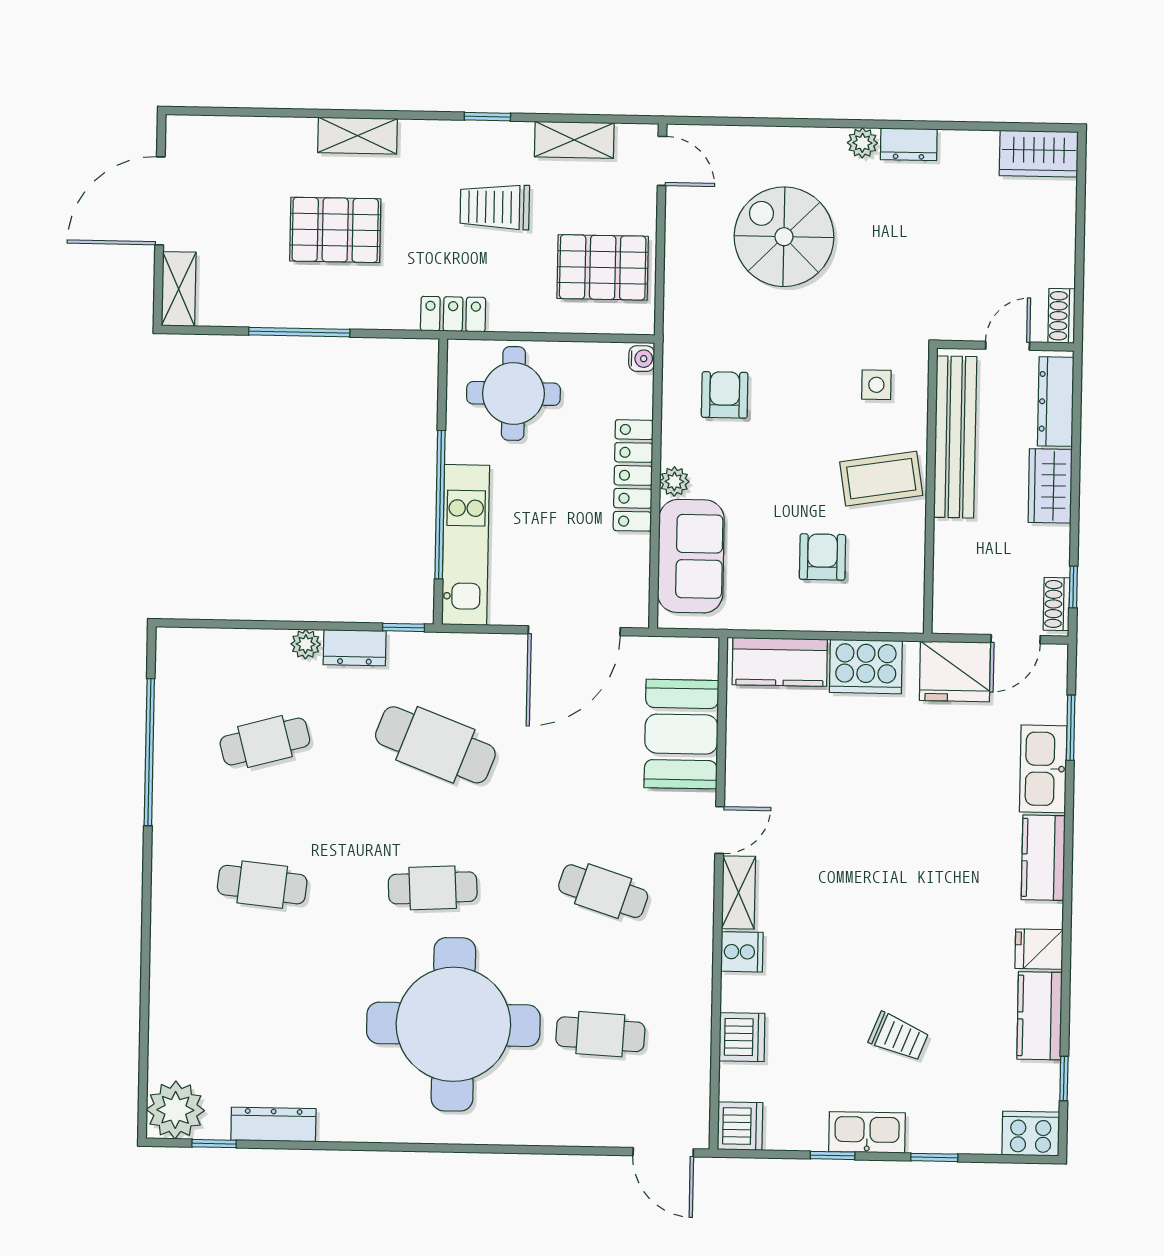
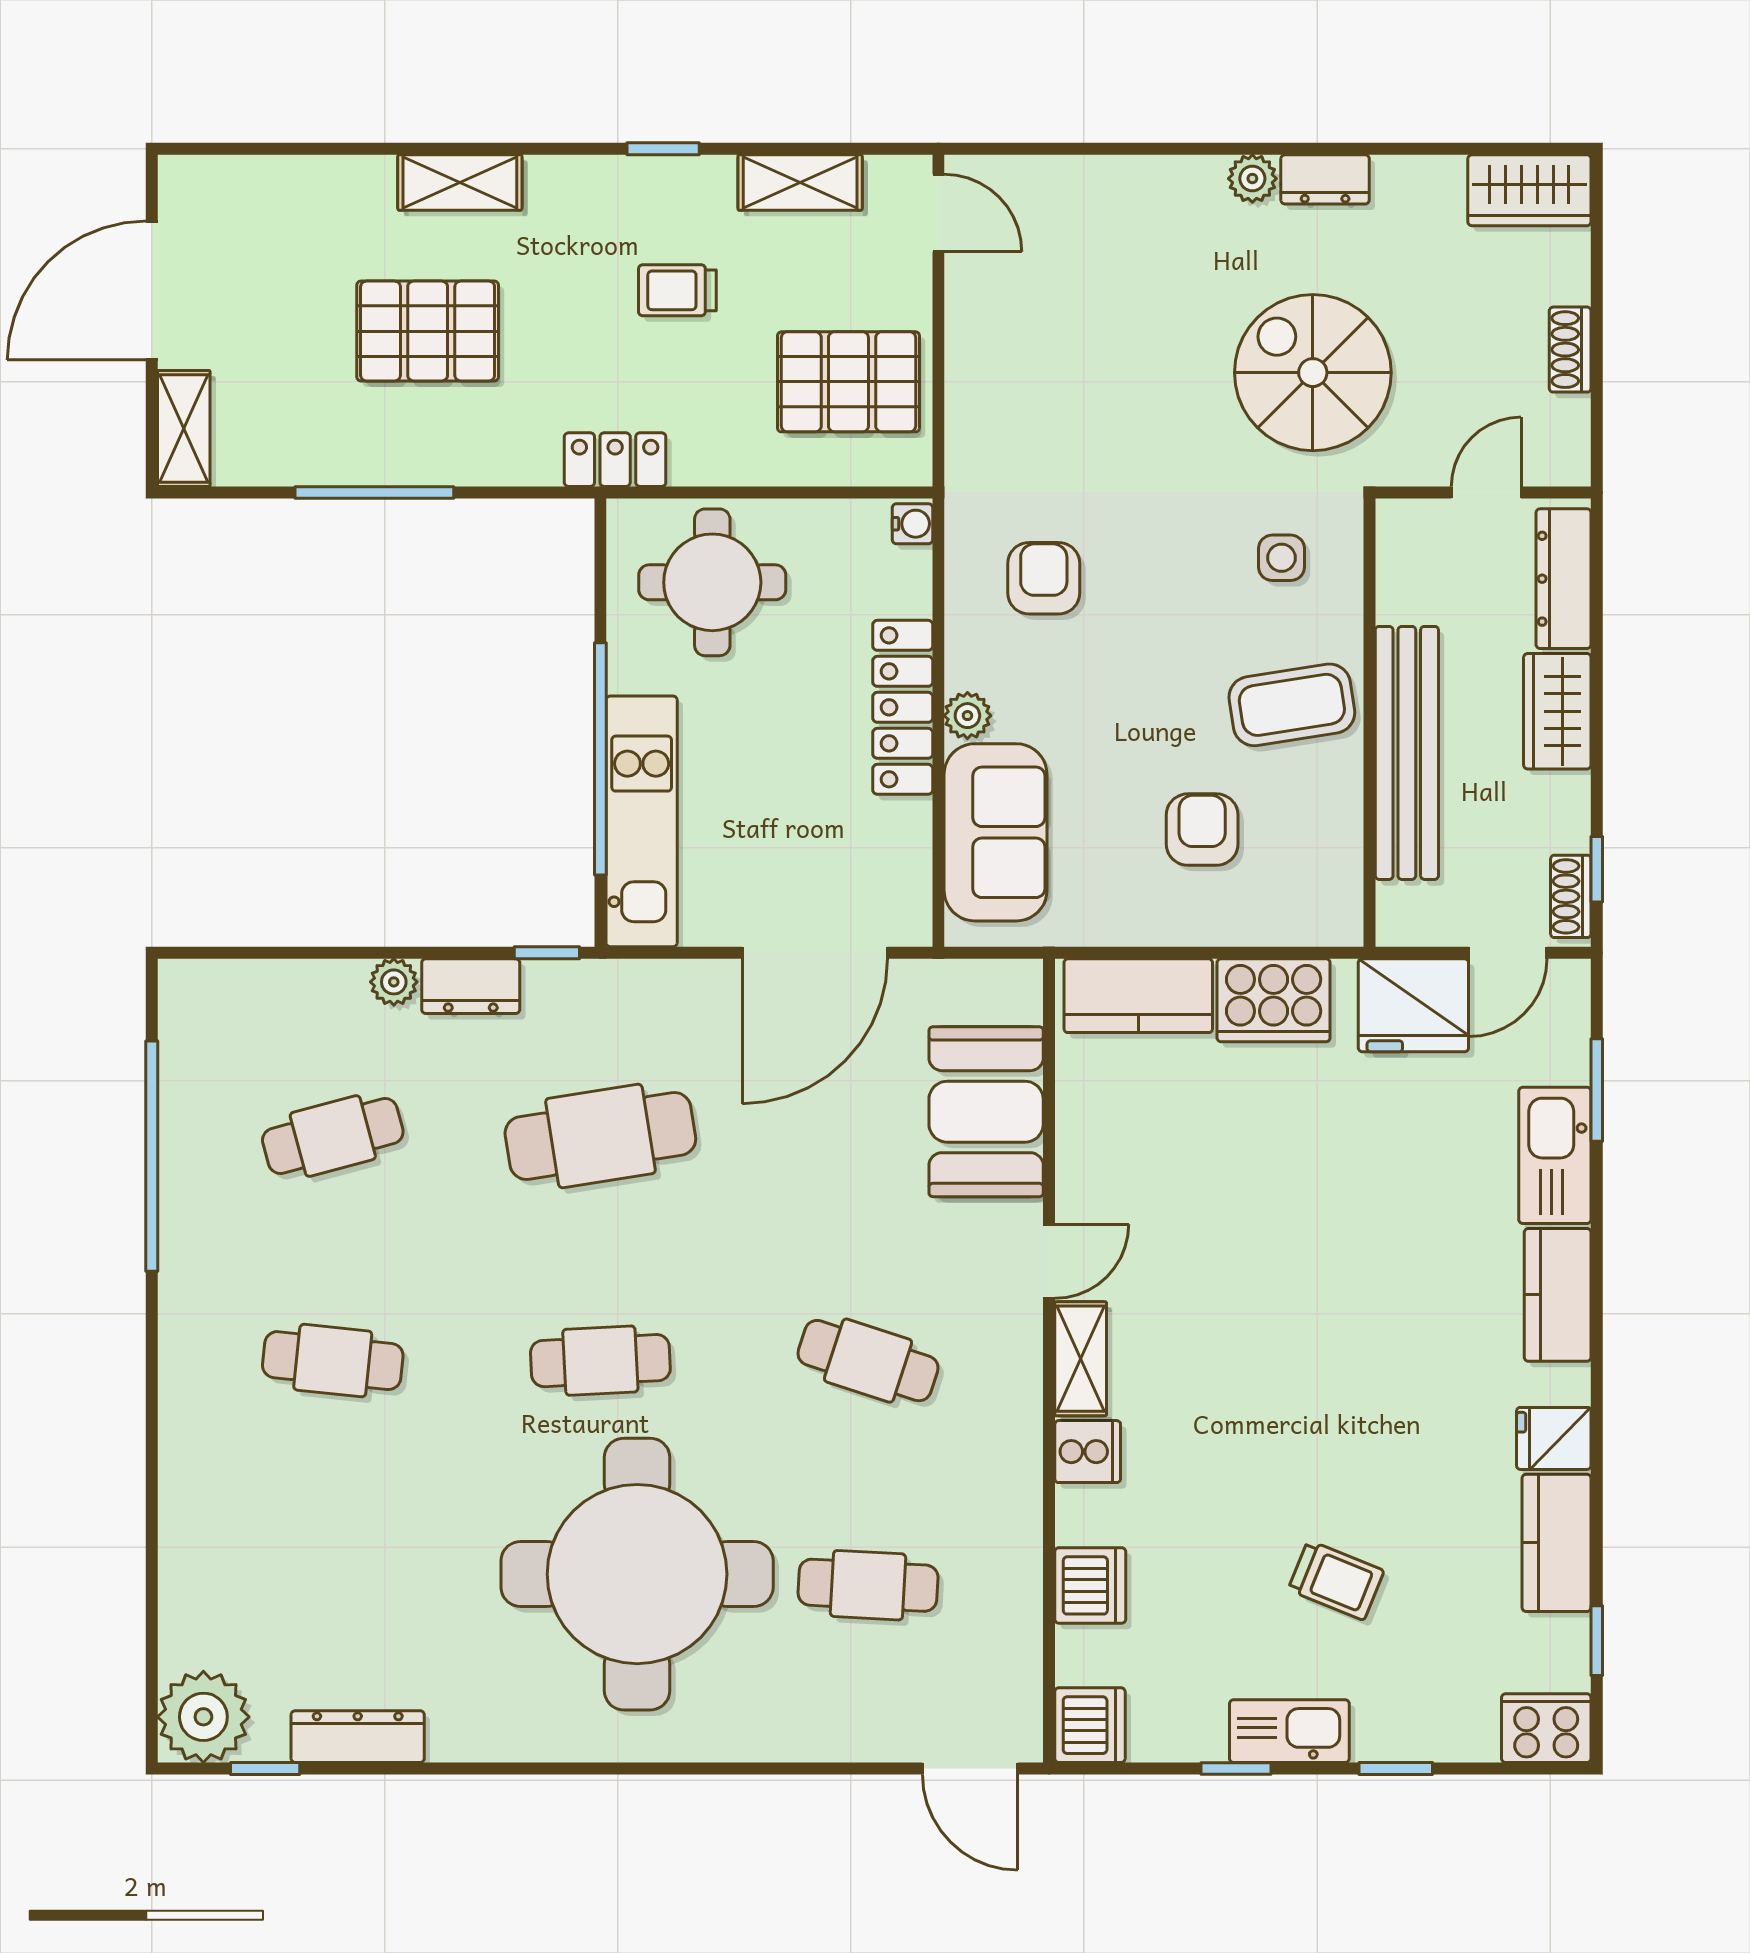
trolley: (495, 207) -> (677, 290), width x0.73, depth x0.72
spiral stairs: (784, 237) -> (1313, 373), moved
shoe rack: (1062, 316) -> (1570, 350), moved
bench: (955, 437) -> (1407, 753), moved
cafe table: (435, 745) -> (600, 1136), turned -30

